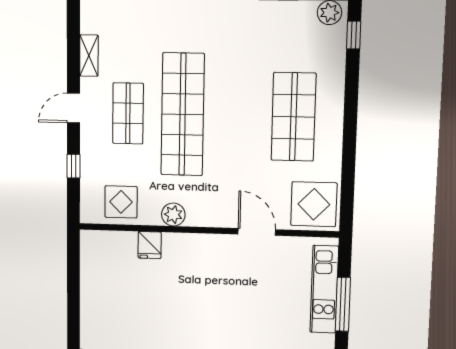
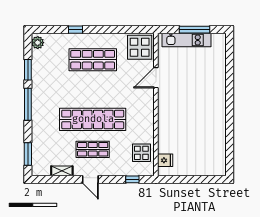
window: (354, 35) -> (75, 30), moved
window: (73, 166) -> (132, 179), moved
plant: (173, 215) -> (148, 124), removed
fridge: (150, 245) -> (165, 160), moved

